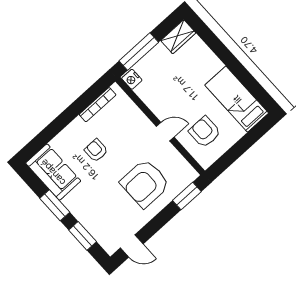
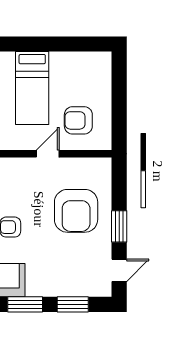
bed: (237, 99) -> (32, 88), moved, turned -90
window: (187, 196) -> (119, 226), moved

